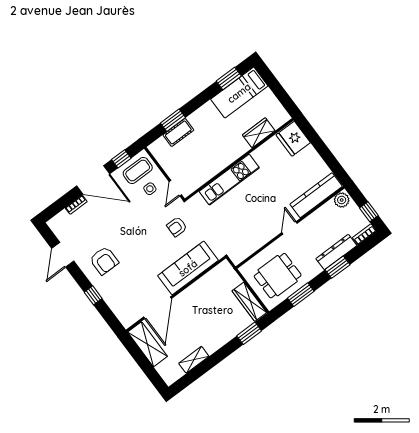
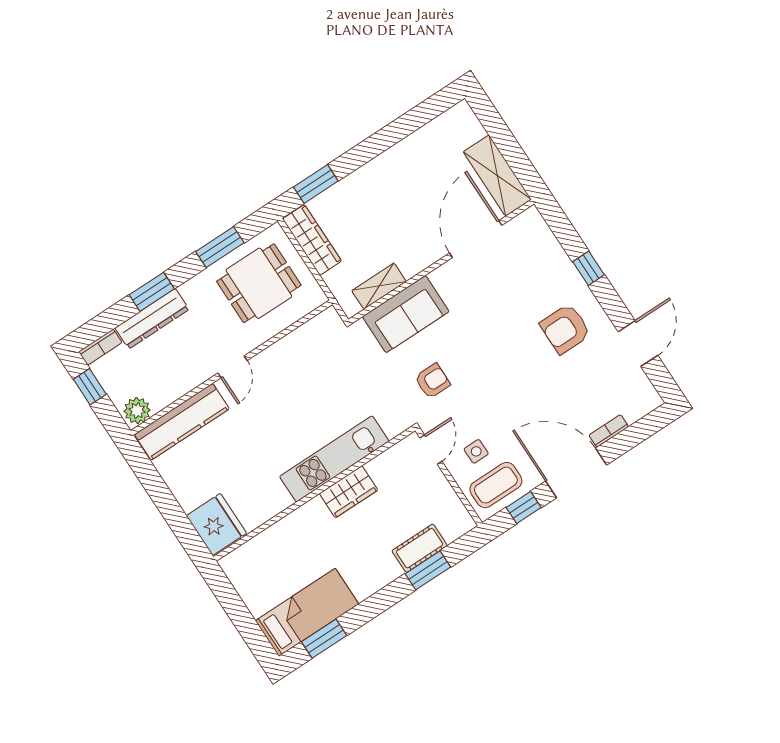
wardrobe: (259, 133) -> (349, 492), moved
armchair: (104, 261) -> (565, 329), turned -90
sofa: (188, 268) -> (406, 314), width x0.73
shelving: (194, 360) -> (379, 286), moved

